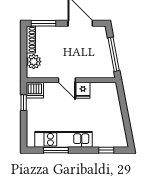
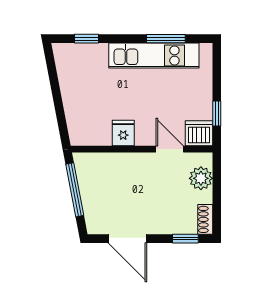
window: (44, 23) -> (185, 239), width x0.67
shoe rack: (31, 39) -> (205, 219), width x0.70
door: (67, 80) -> (170, 149), moved

